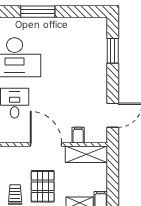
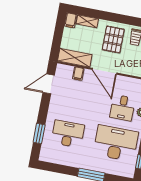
desk: (77, 57) -> (68, 134), added

